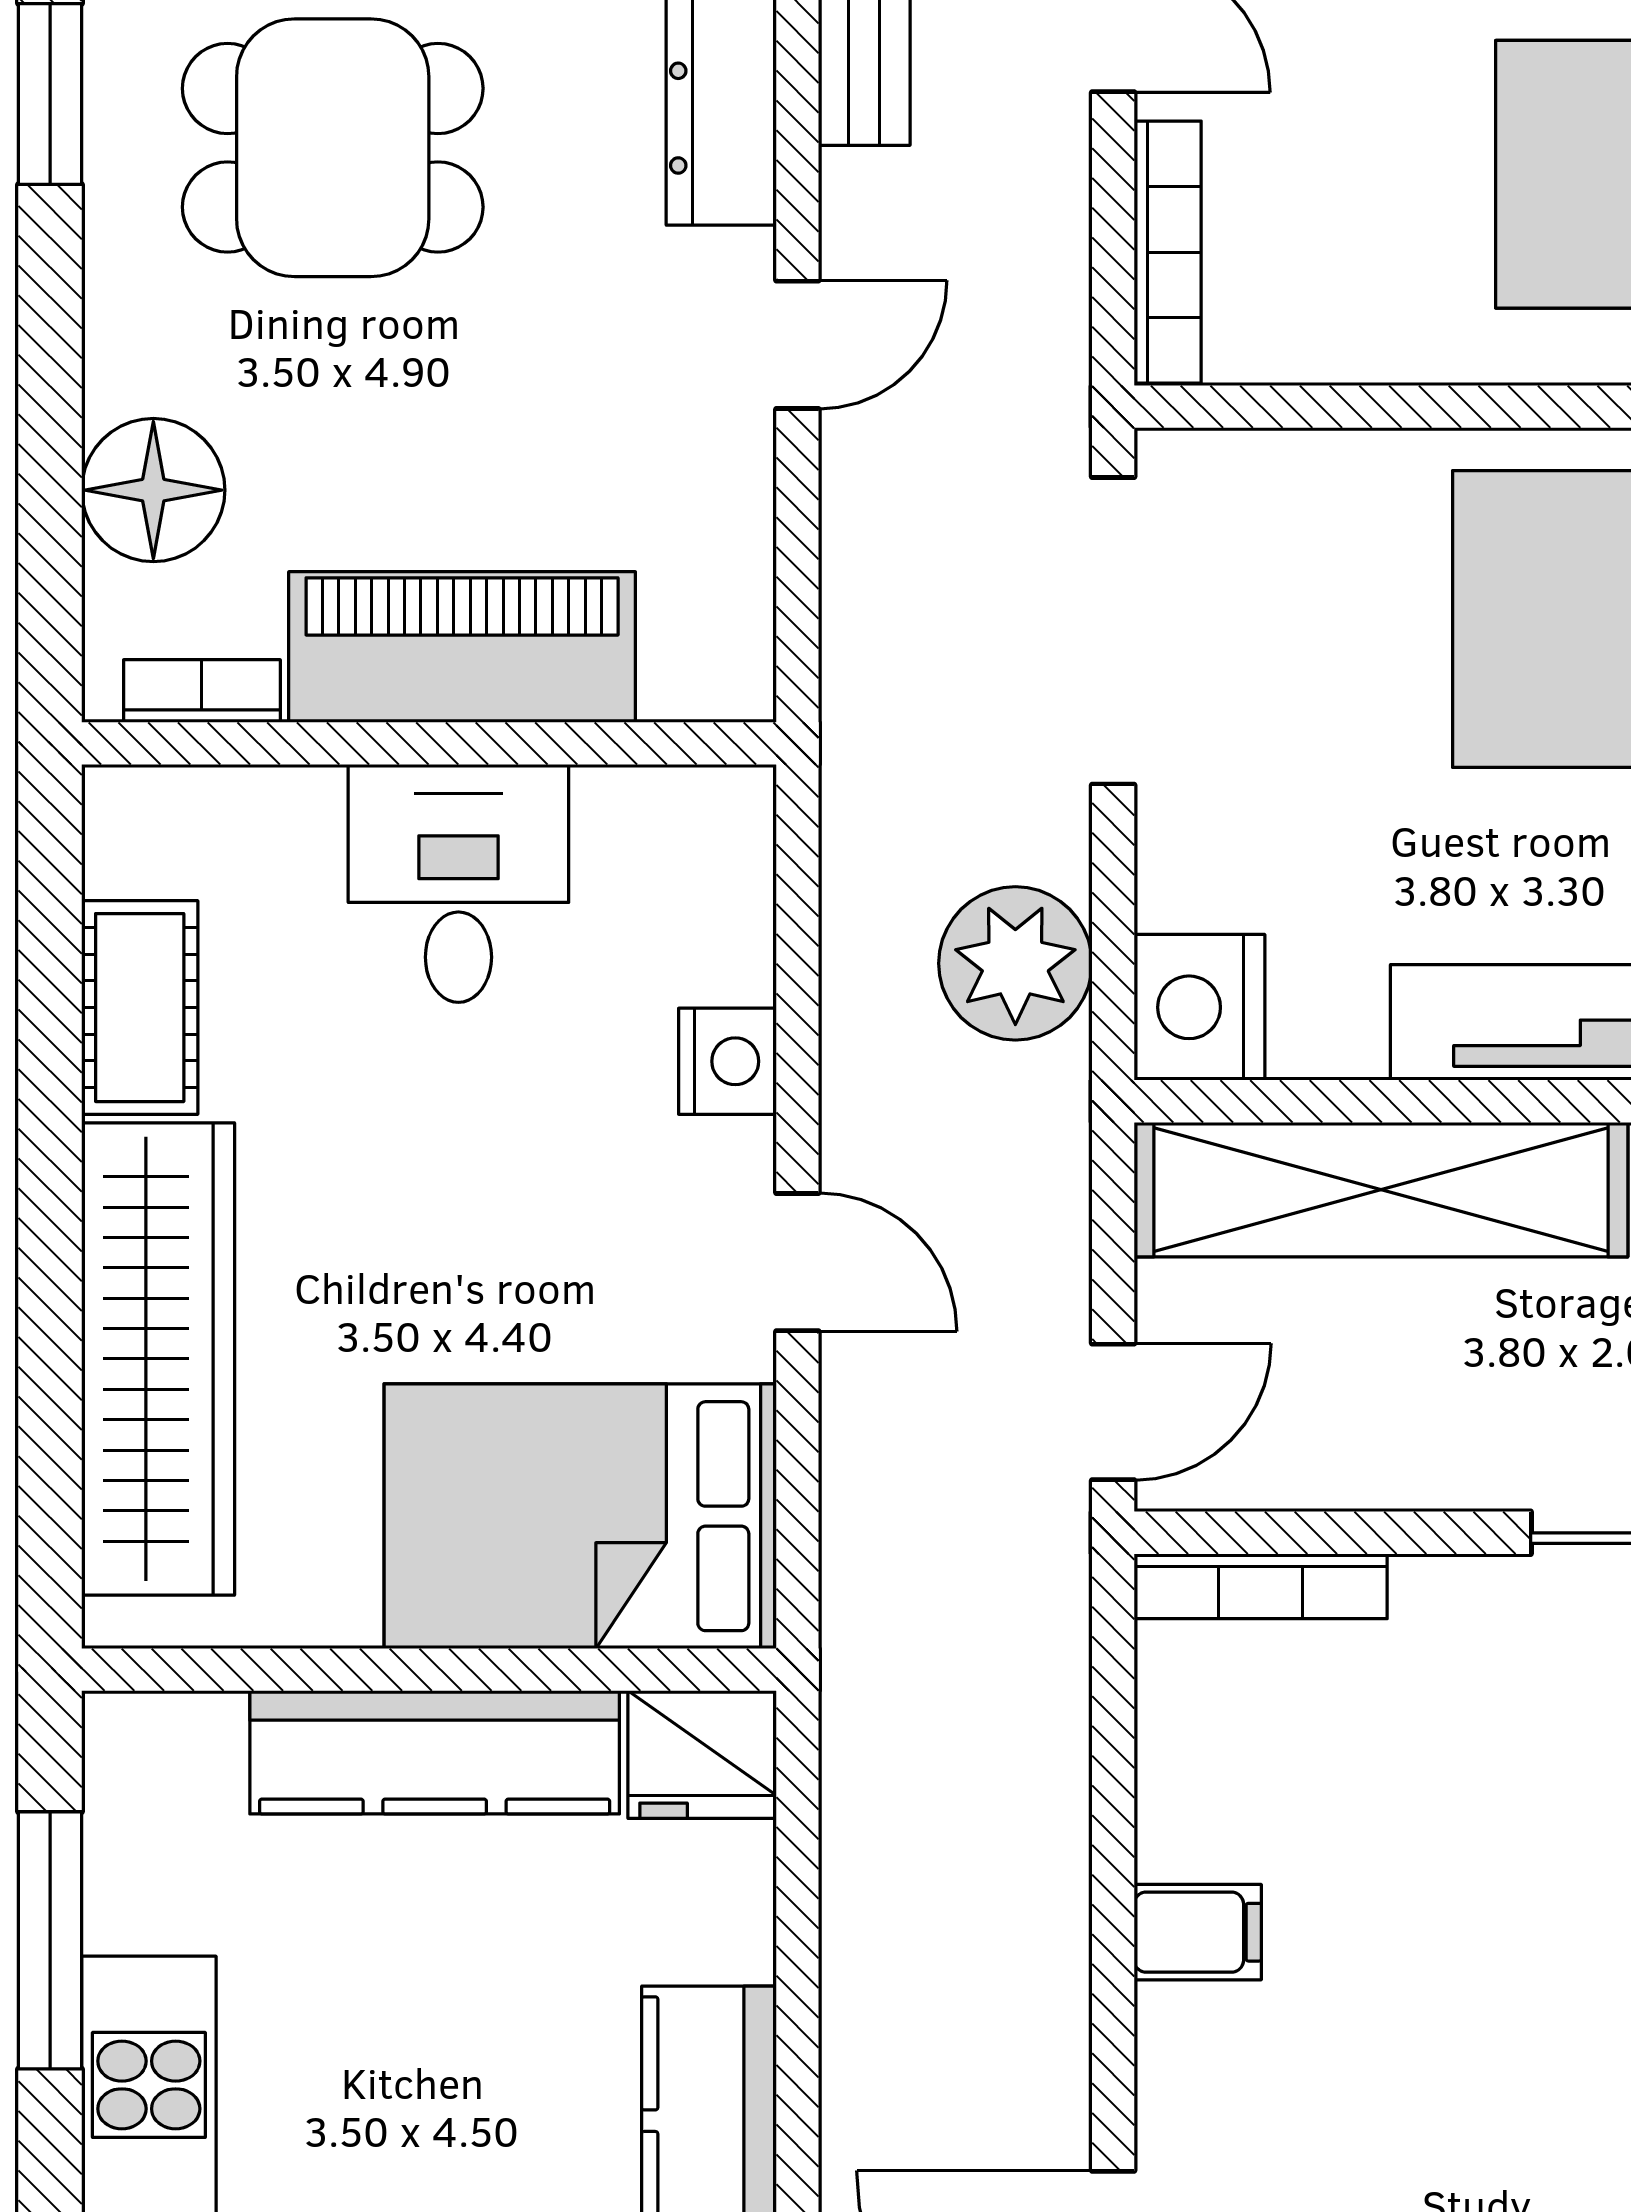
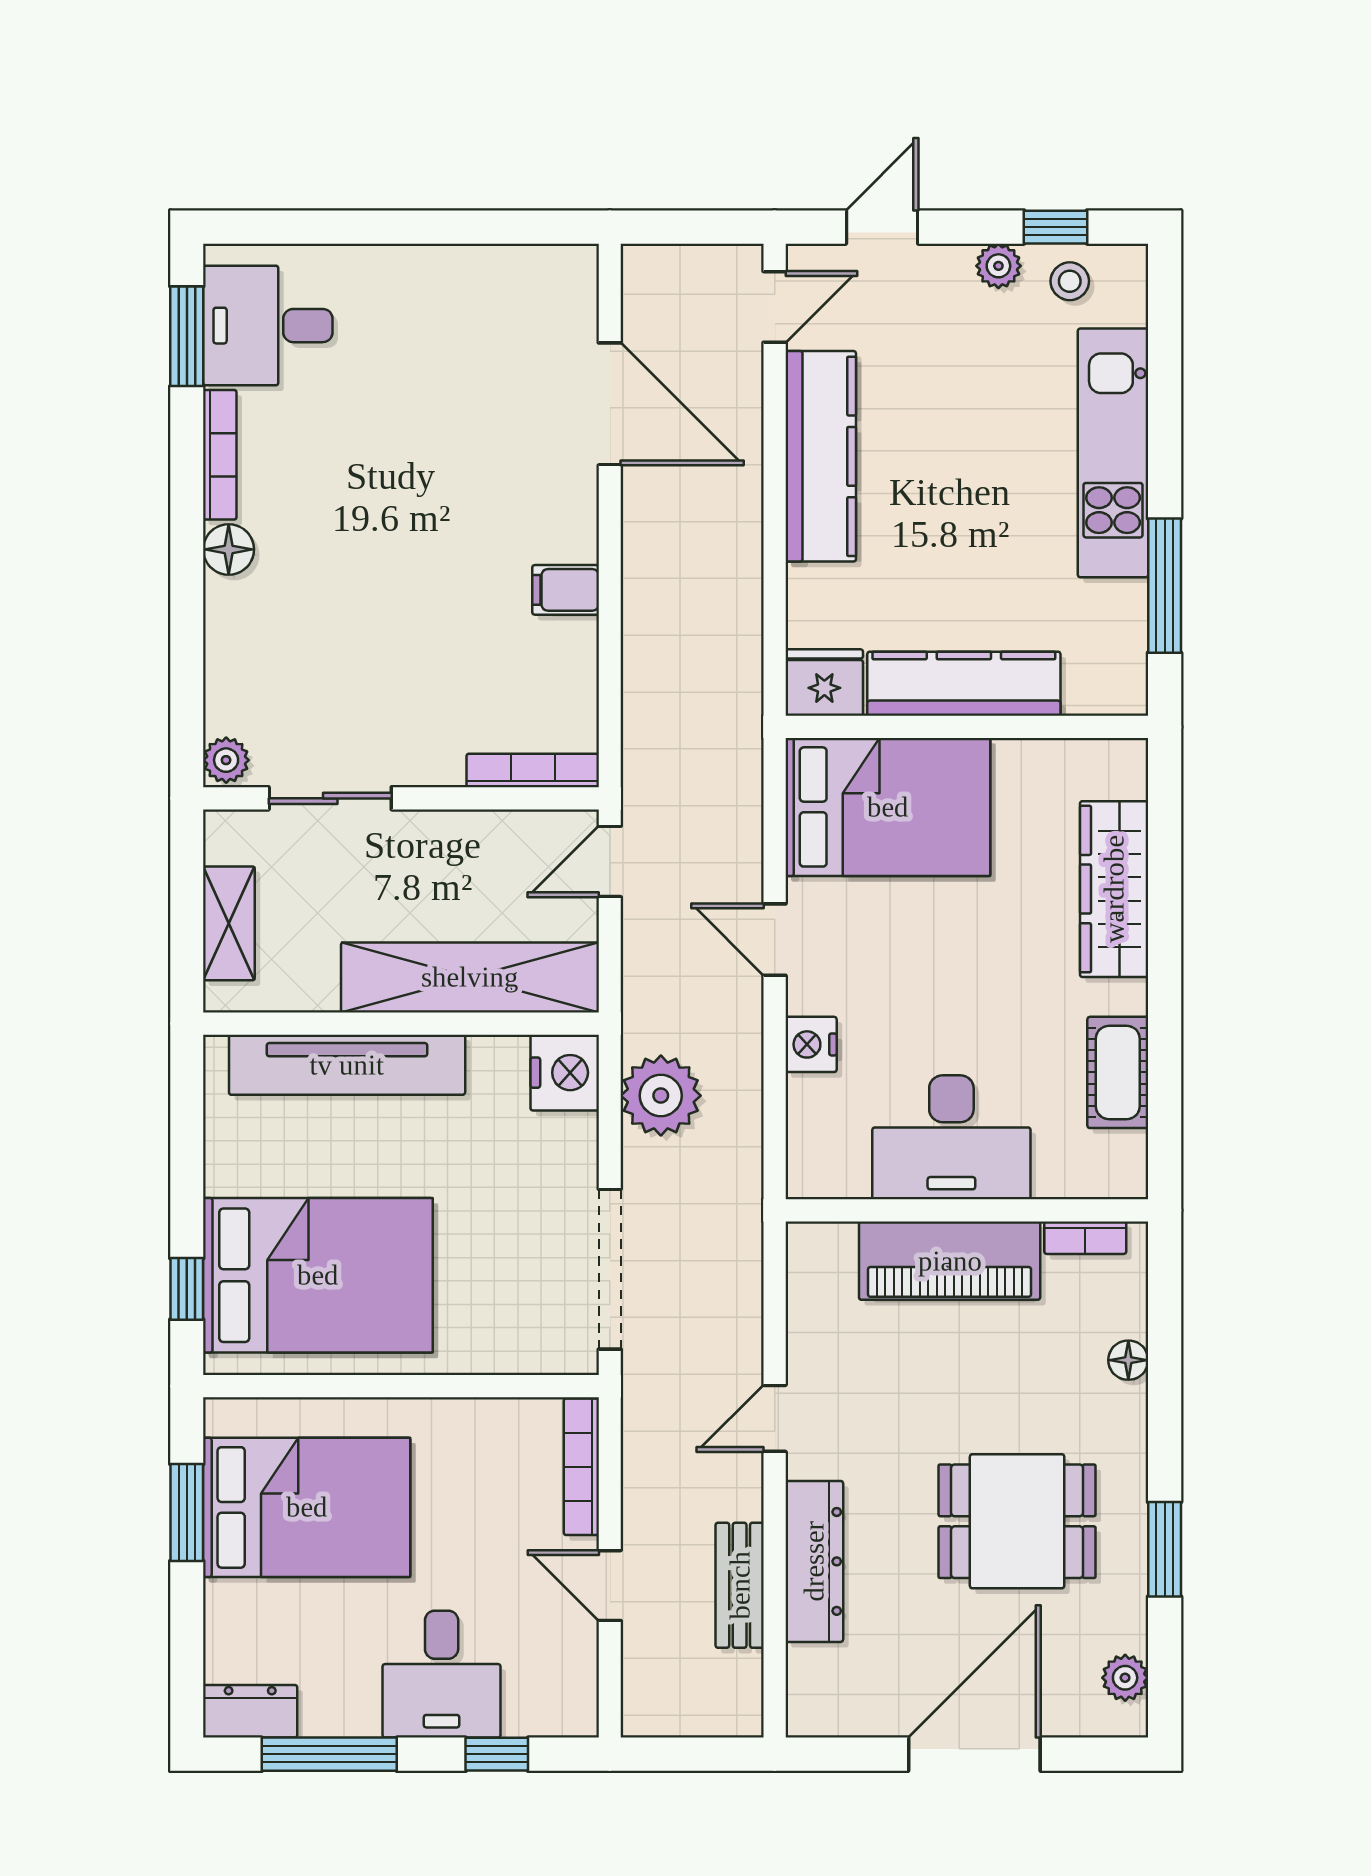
floor lamp: (153, 490) -> (1128, 1360), width x0.53, depth x0.53
desk: (458, 883) -> (951, 1137), width x1.37
wardrobe: (158, 1359) -> (1114, 889), width x0.71, depth x0.85

